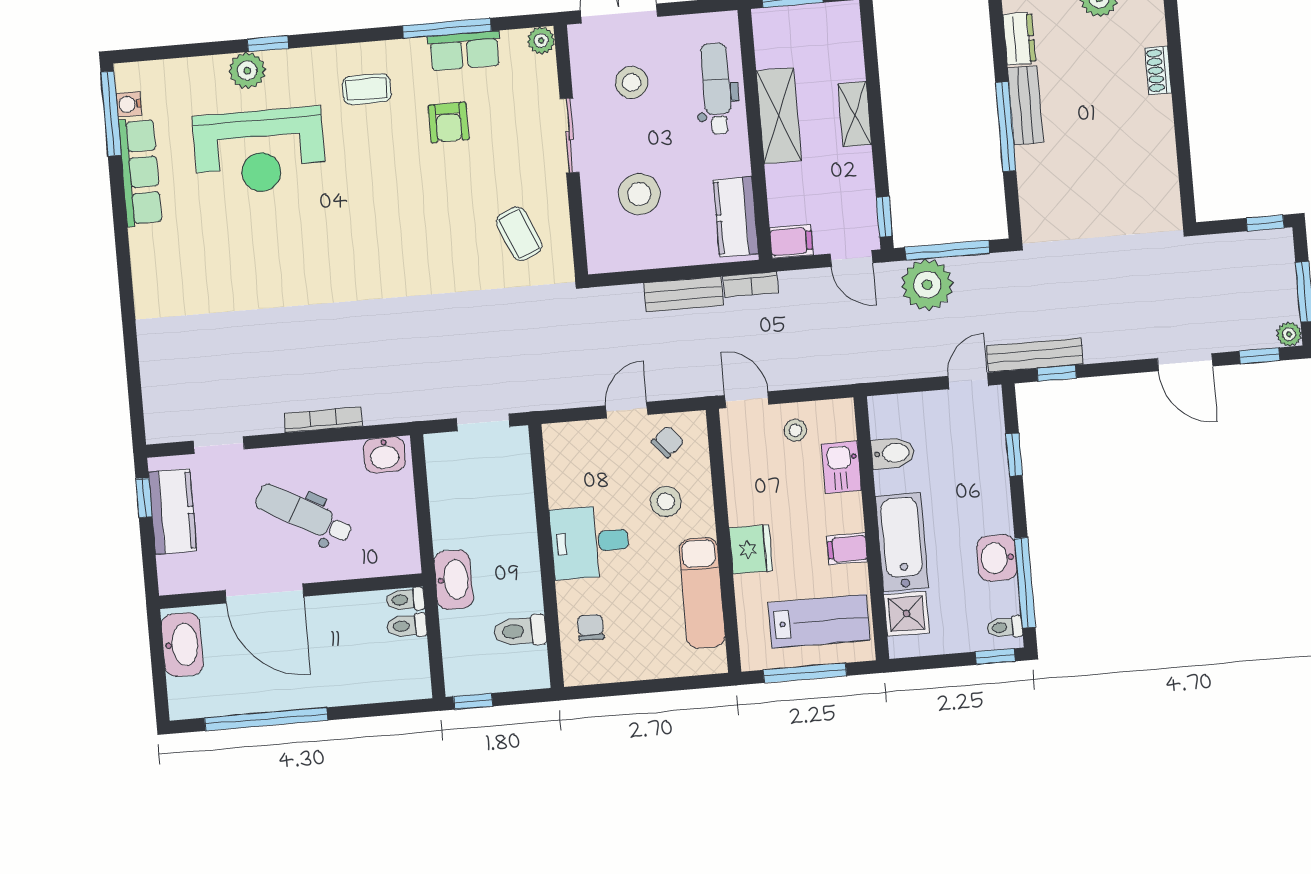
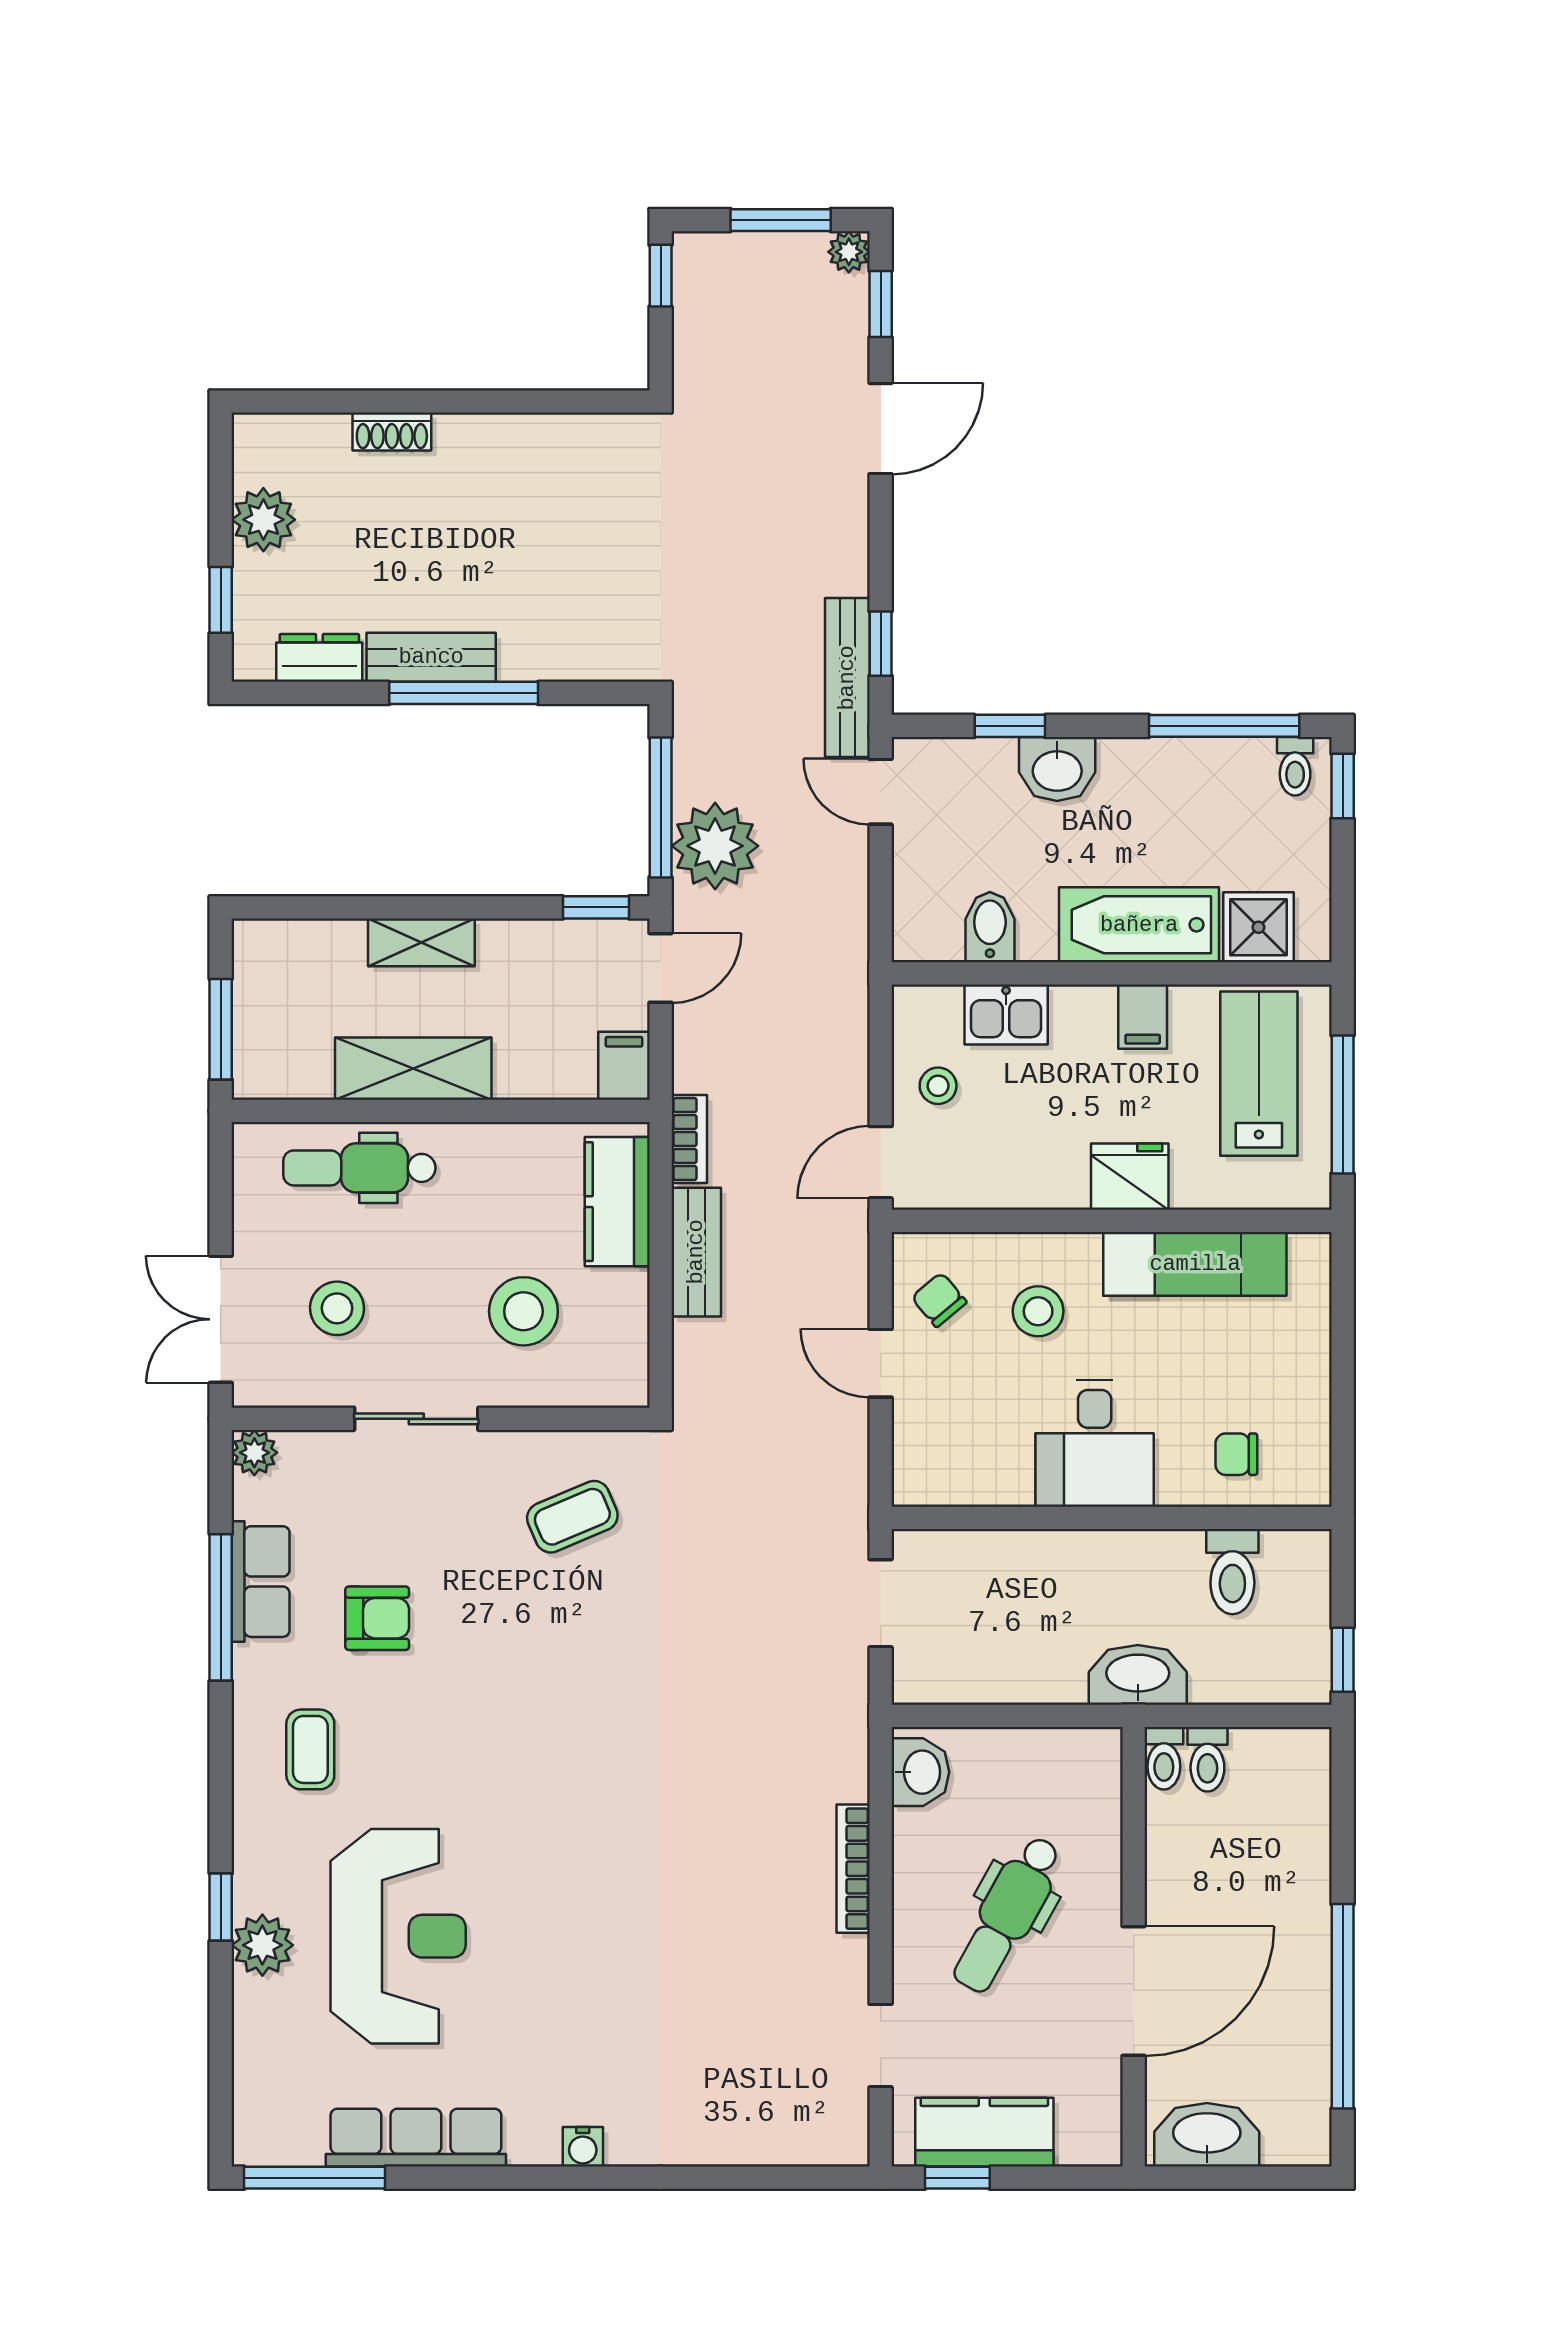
water cooler: (129, 104) -> (583, 2147), moved
kitchen counter: (736, 217) -> (617, 1202), moved, turned 90
washbasin: (997, 558) -> (1057, 769), moved

